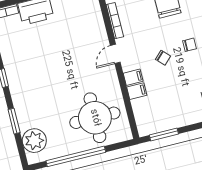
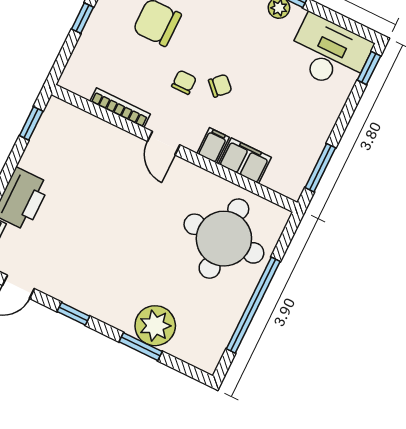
chair: (189, 45) -> (184, 82), moved
filing cabinet: (137, 91) -> (245, 161), width x2.00
plant: (34, 141) -> (155, 326), moved

